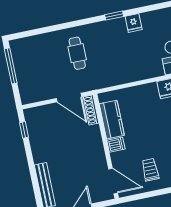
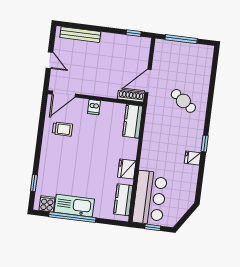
cafe table: (77, 53) -> (183, 101), turned 36
window: (11, 66) -> (181, 39), moved
kitchen counter: (112, 120) -> (133, 121), moved, turned 90

